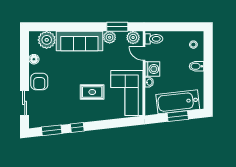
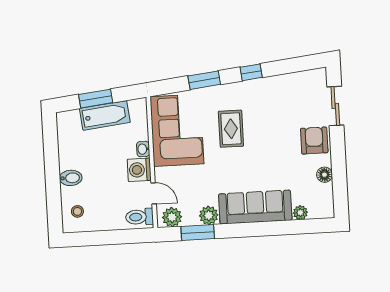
plant: (47, 40) -> (300, 213), width x0.53, depth x0.53
rug: (92, 92) -> (231, 129), turned 90
bathtub: (178, 102) -> (105, 115), width x0.73, depth x0.73
window: (52, 130) -> (204, 80), moved

